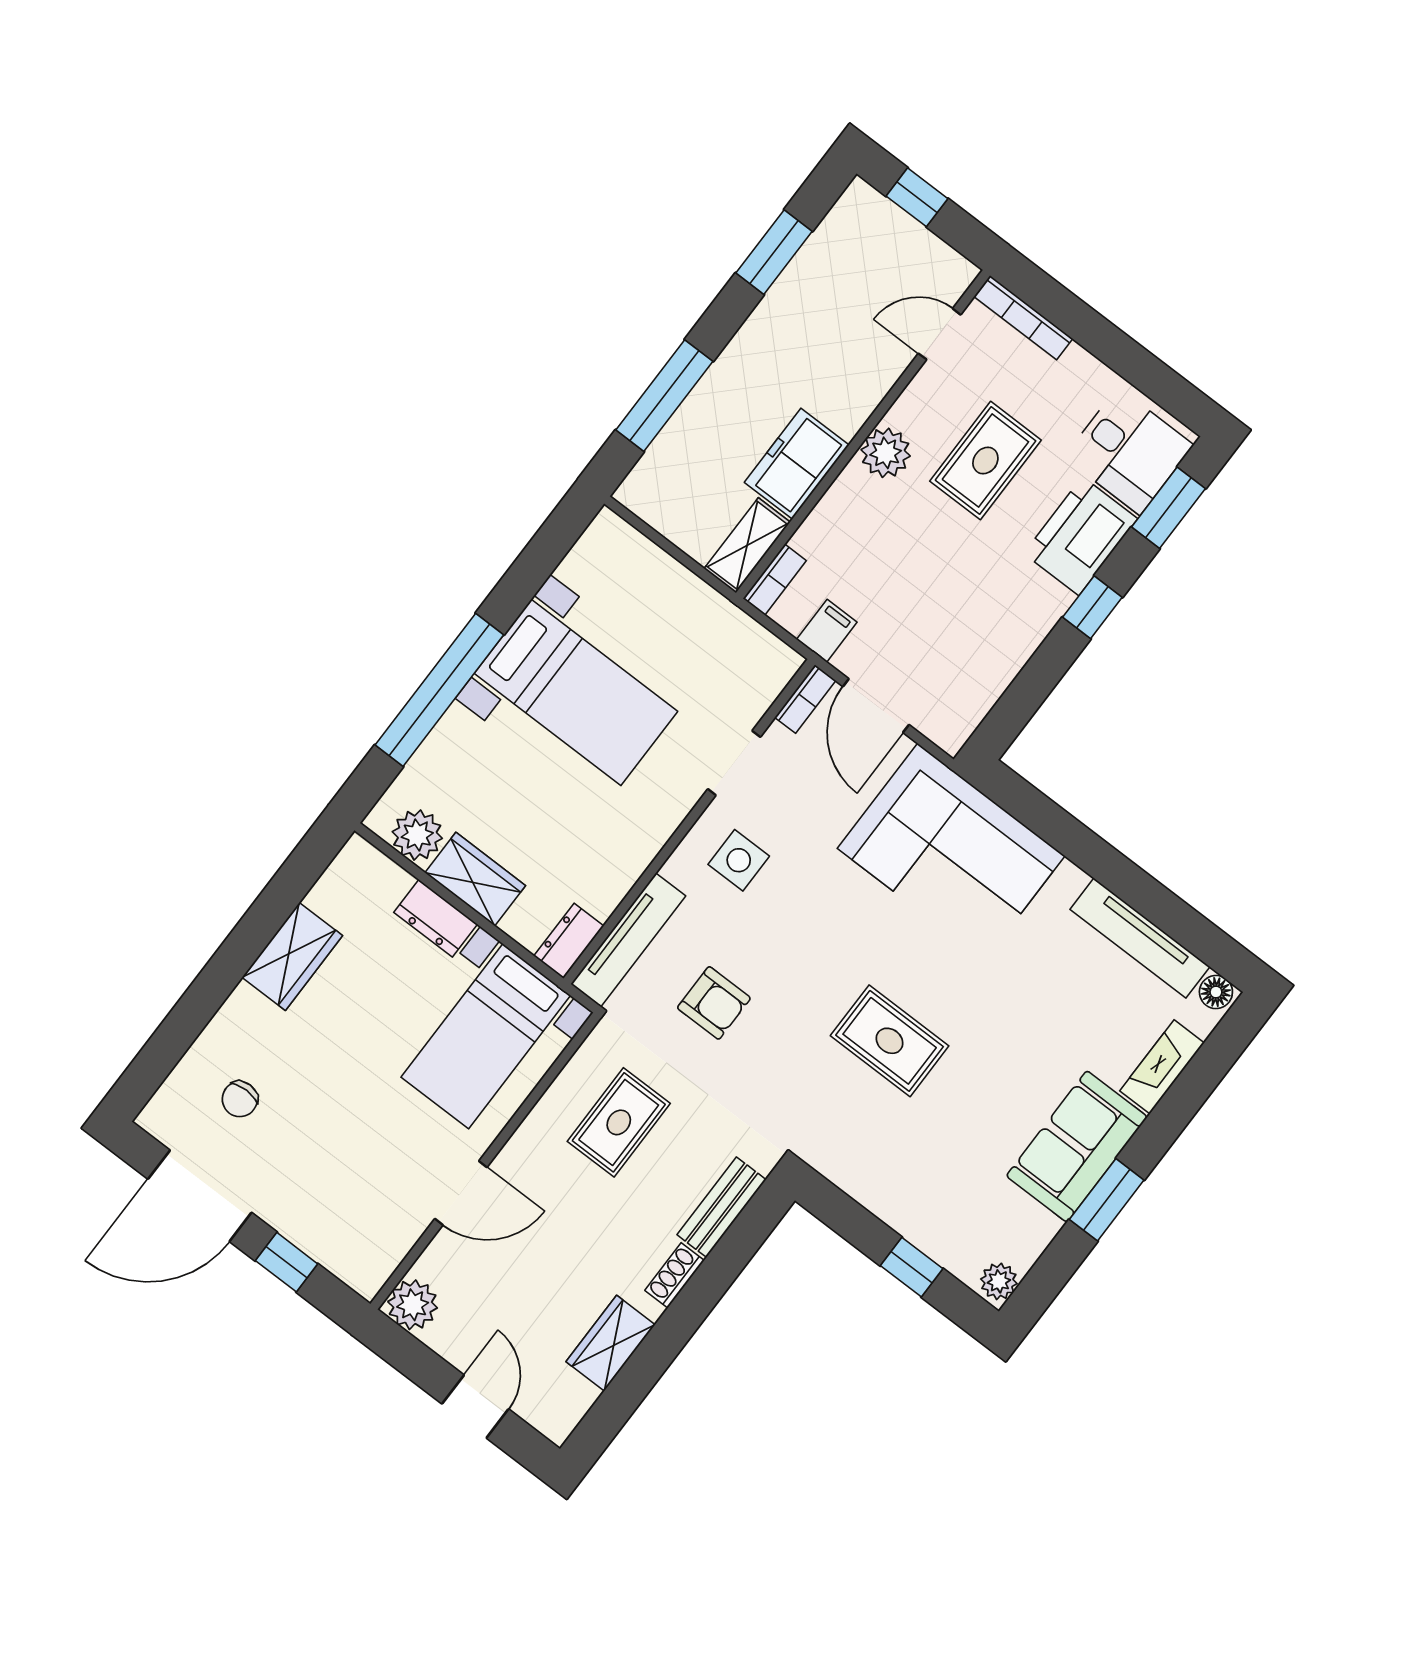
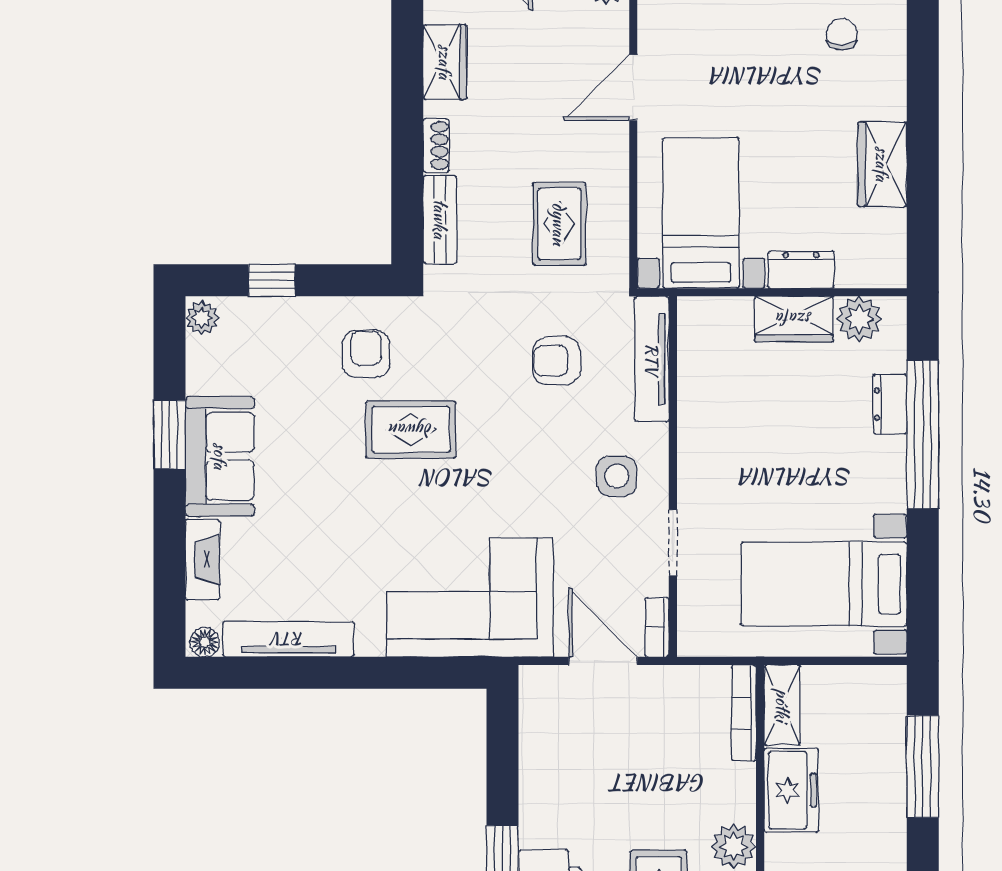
bookcase: (775, 580) -> (744, 713), width x1.56
filing cabinet: (827, 631) -> (679, 688), removed
bed with nightstands: (576, 692) -> (824, 584), moved
dresser: (569, 941) -> (890, 404), moved, turned 180
armchair: (878, 1138) -> (366, 354), added

